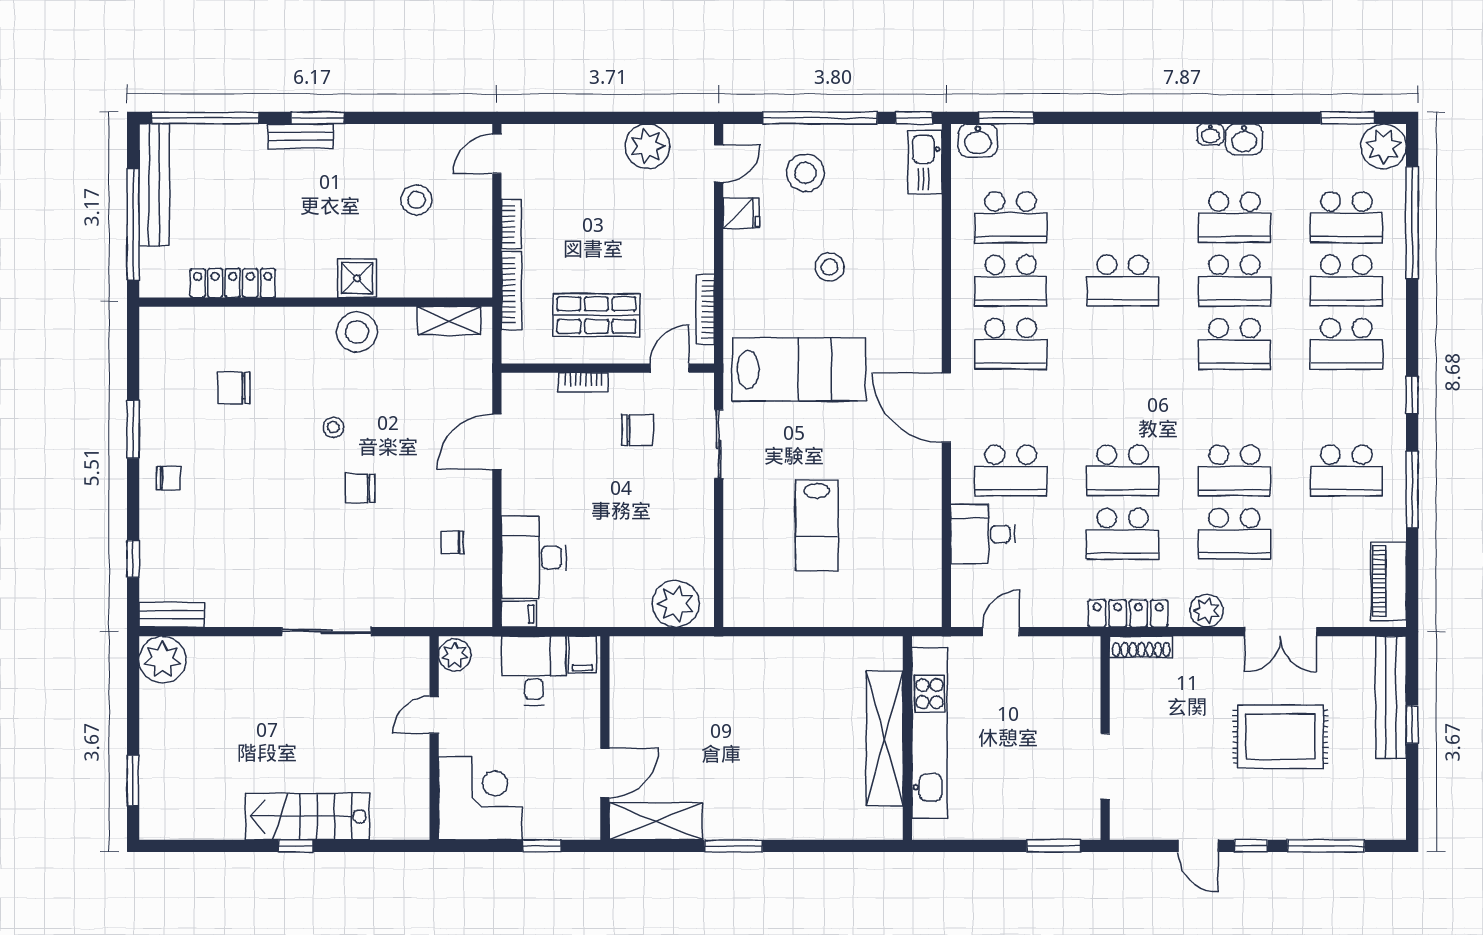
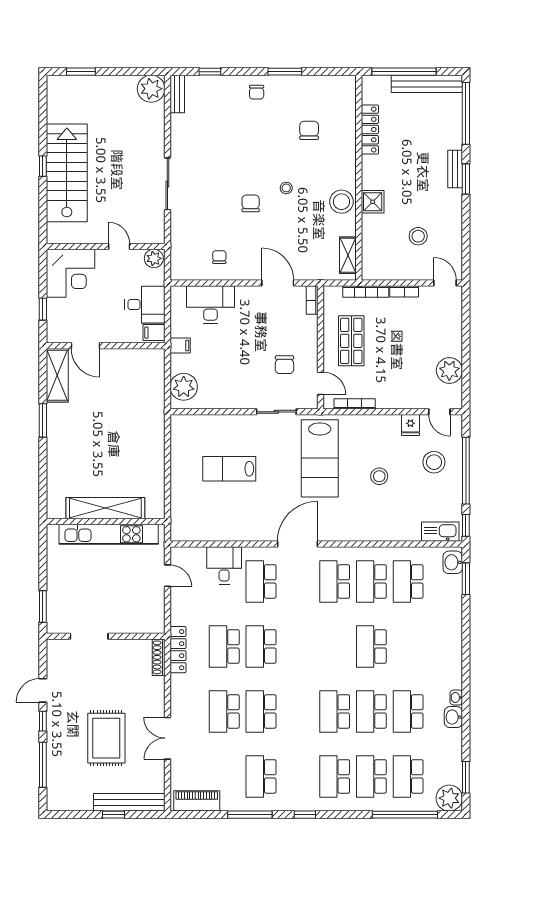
bookcase: (583, 382) -> (312, 300), moved
plant: (1207, 611) -> (180, 695), removed
filing cabinet: (519, 614) -> (180, 346), moved, turned -90
stairs: (307, 817) -> (67, 173), width x1.36, depth x1.51

